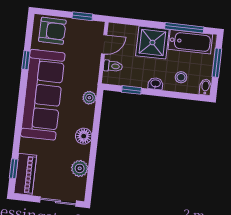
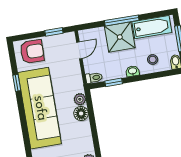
window: (184, 28) -> (122, 20), moved
toilet: (113, 66) -> (94, 78), moved
floor lamp: (84, 136) -> (81, 113), moved

